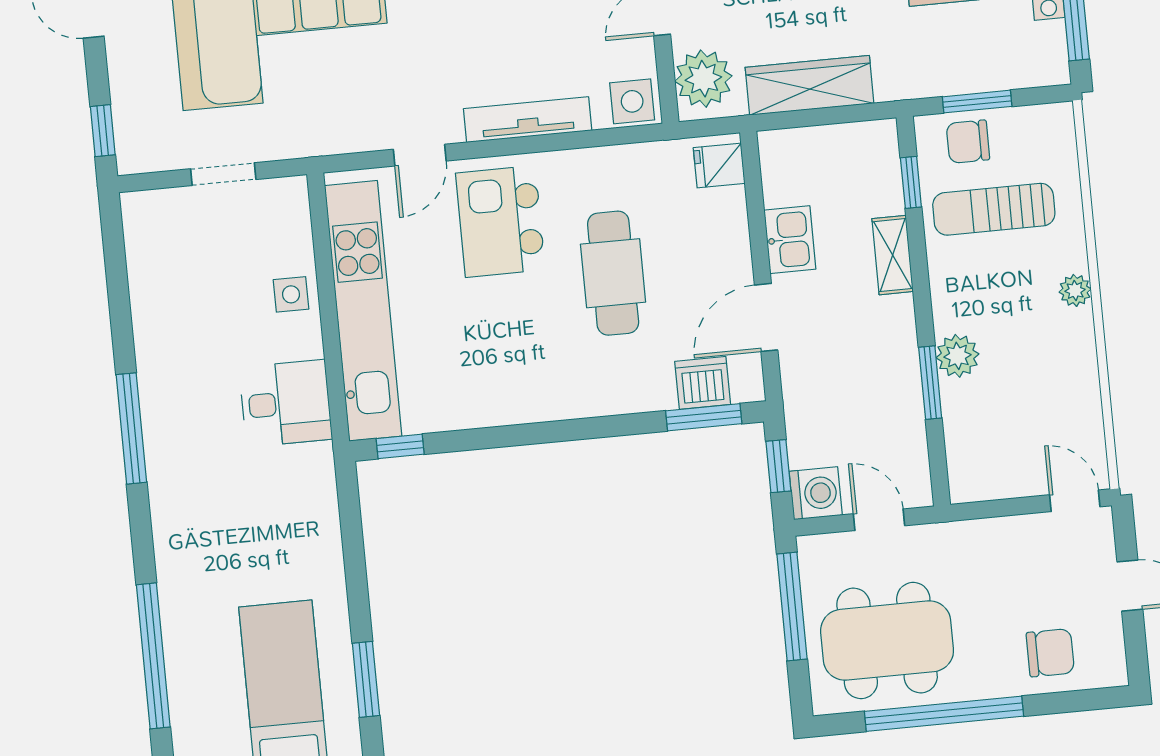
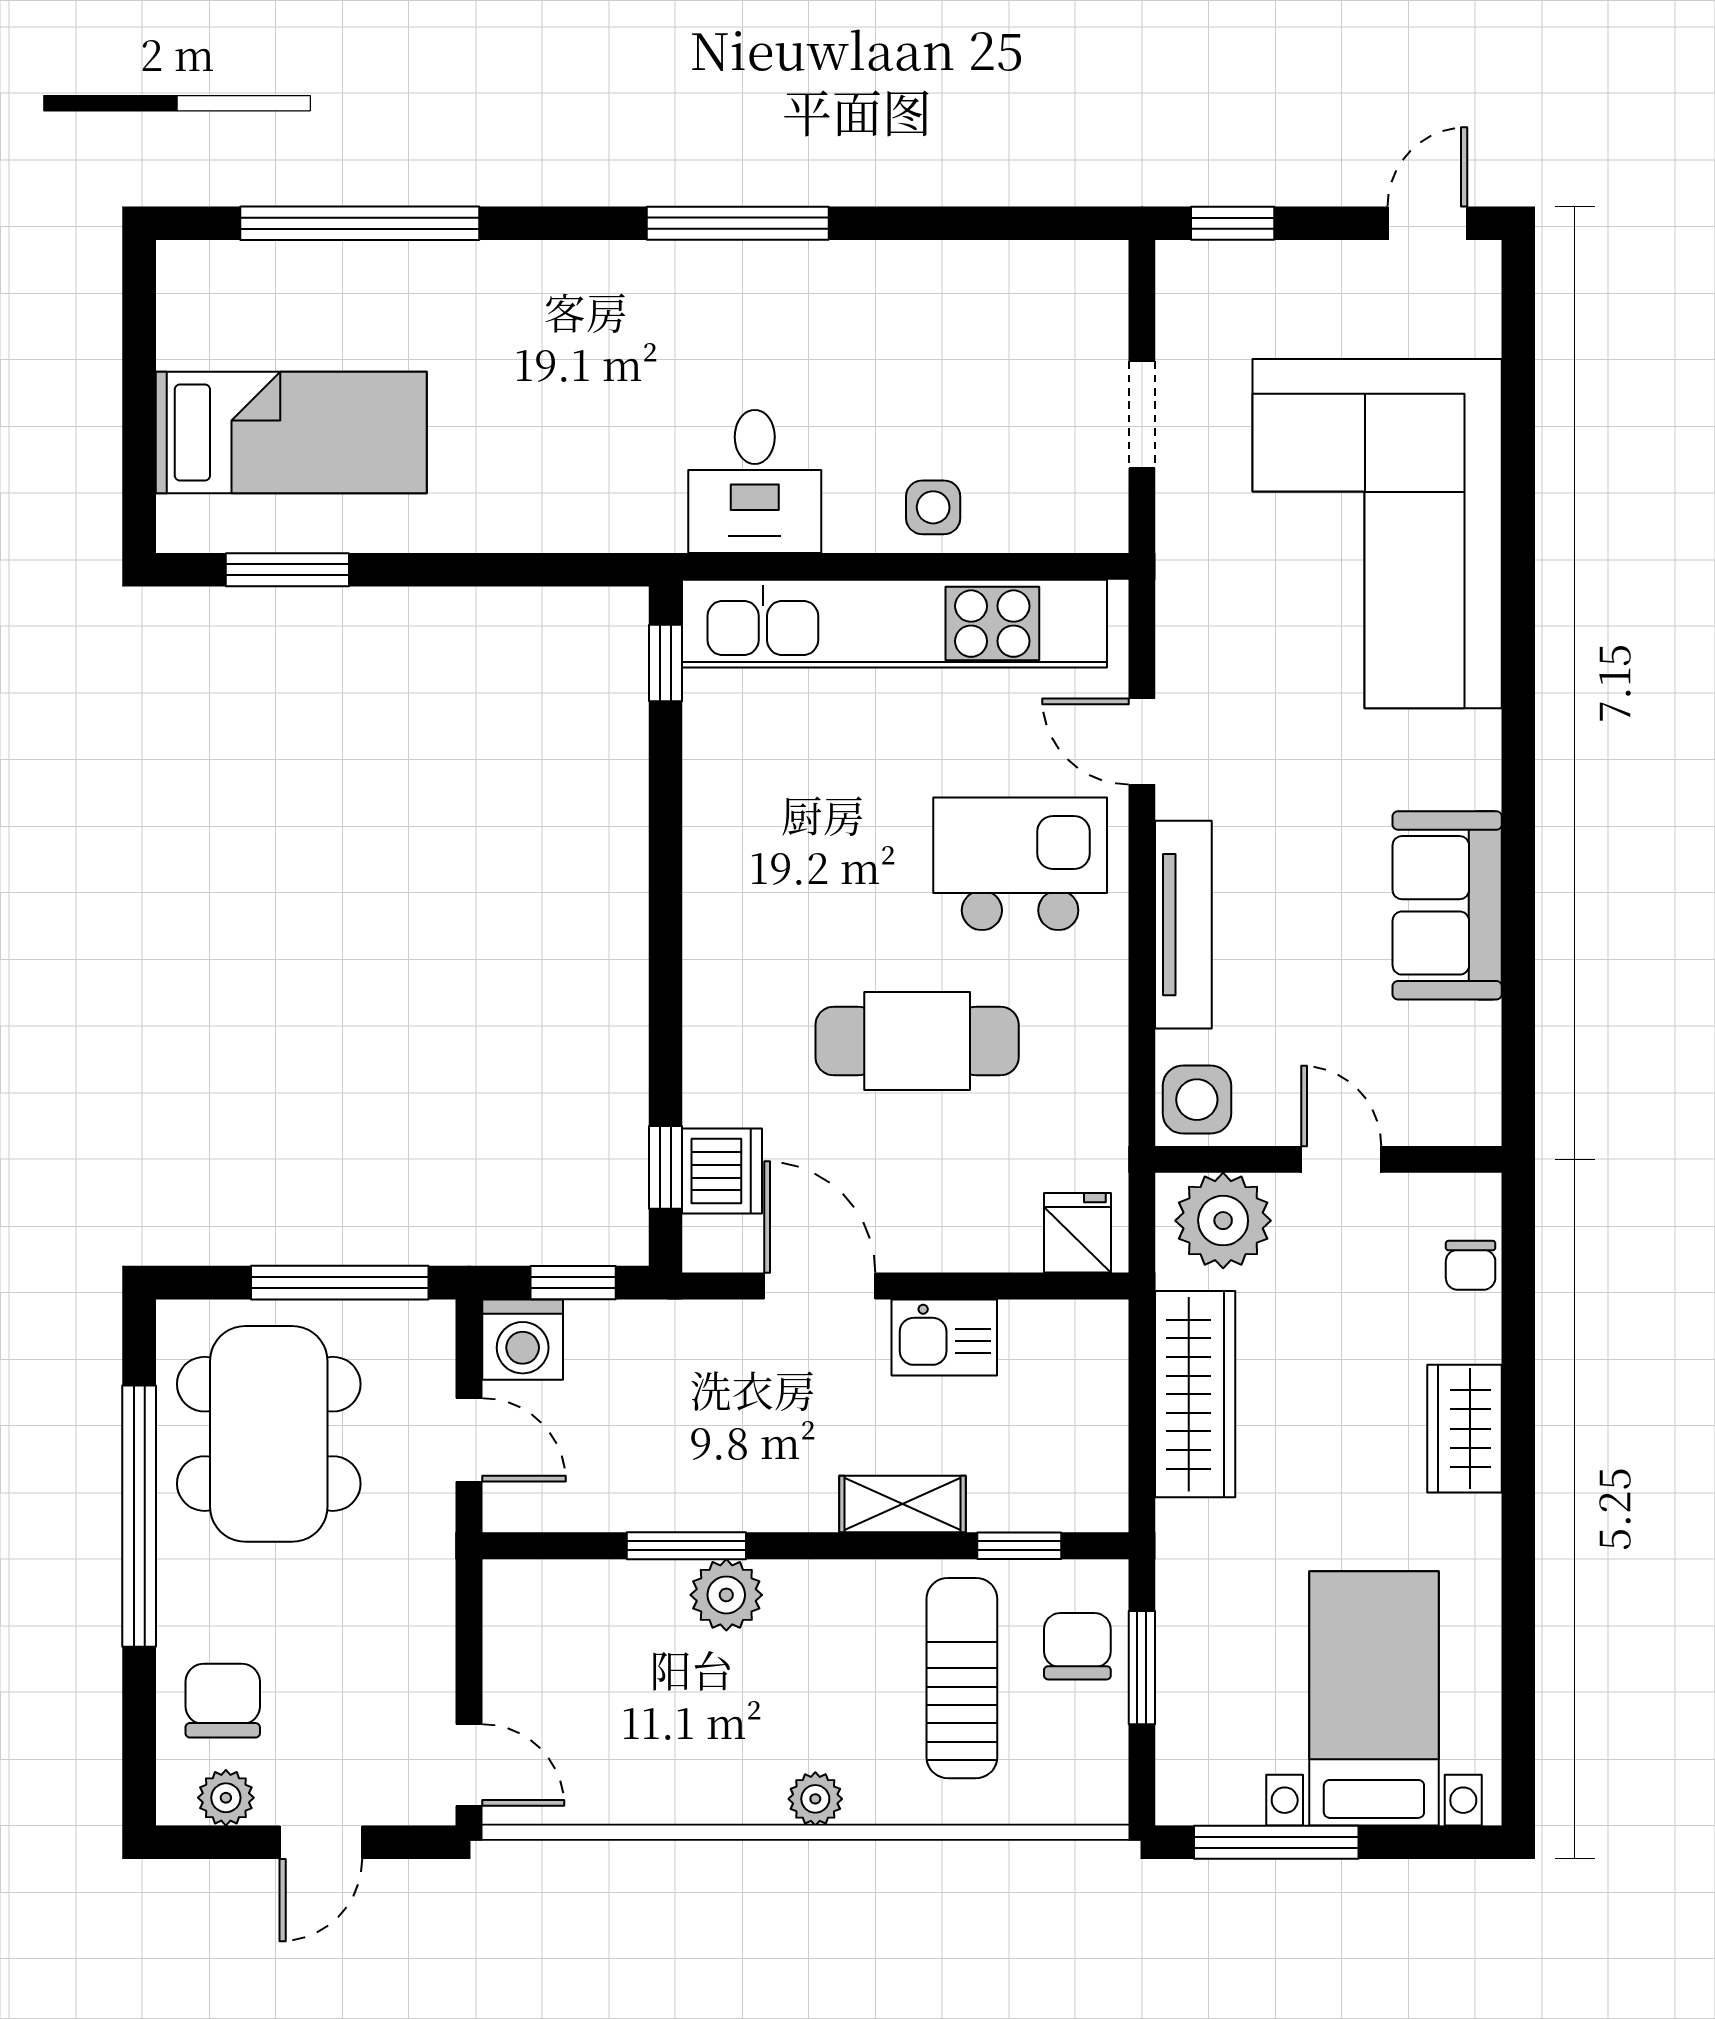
window: (704, 417) -> (665, 1167), width x0.67
door: (1075, 501) -> (469, 1765), hinge flipped
door: (879, 520) -> (469, 1440), hinge flipped
plant: (1109, 645) -> (226, 1798), added
chair: (1050, 653) -> (223, 1701), turned 180

